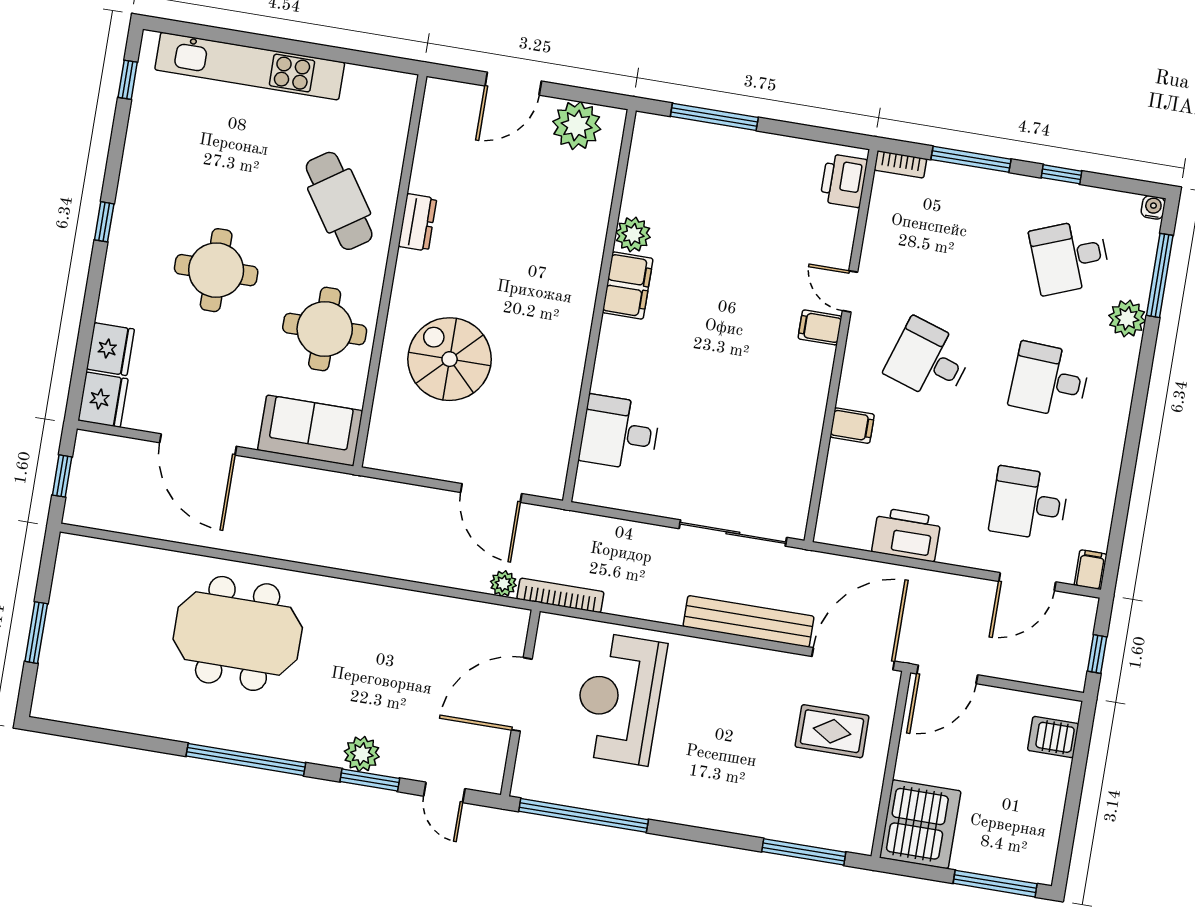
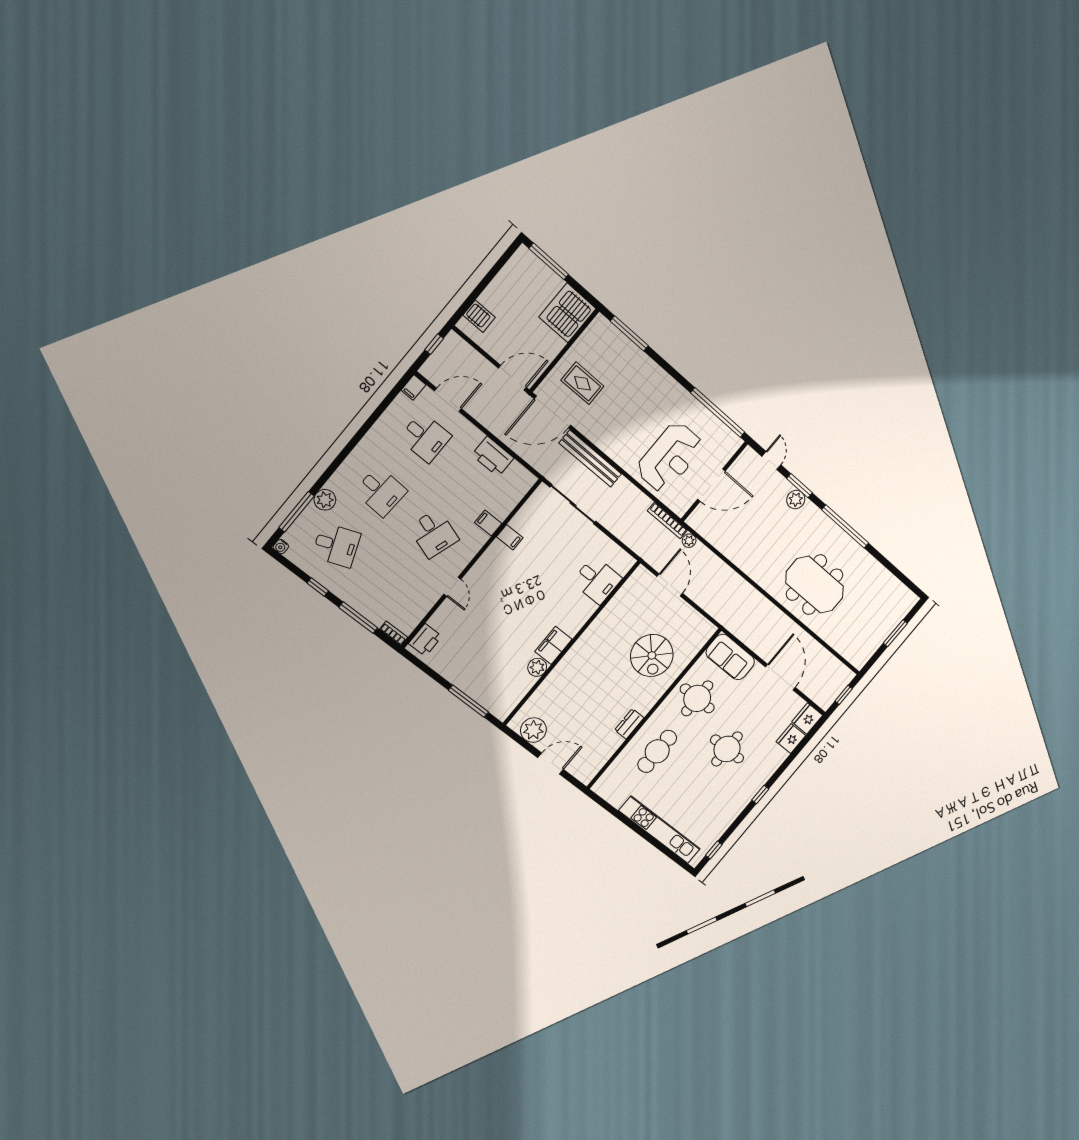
cafe table: (339, 201) -> (657, 751), turned 34
filing cabinet: (820, 327) -> (510, 537), moved

